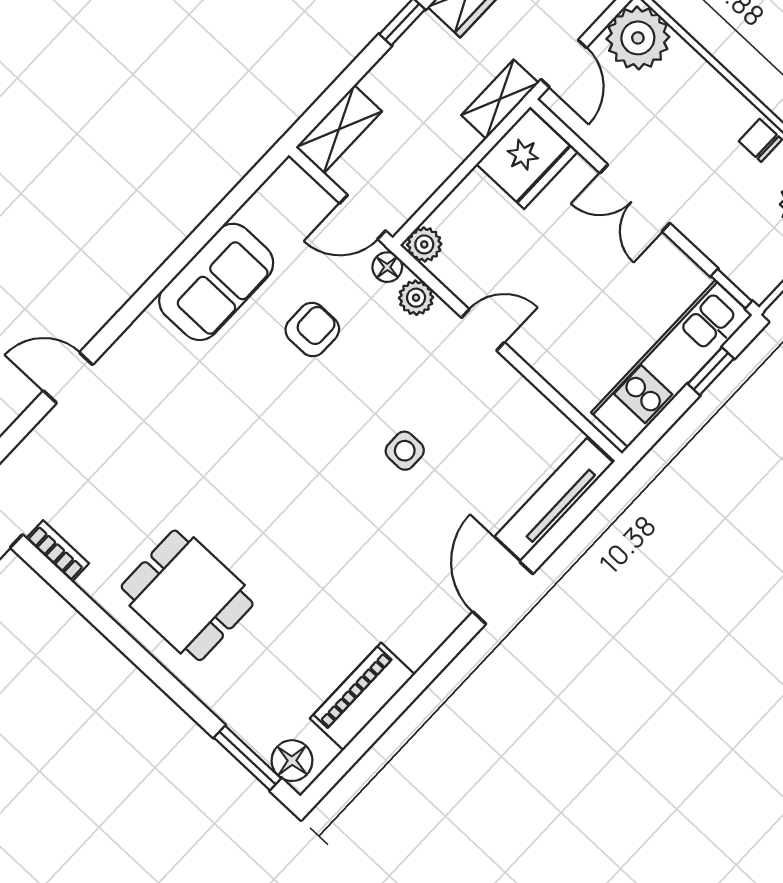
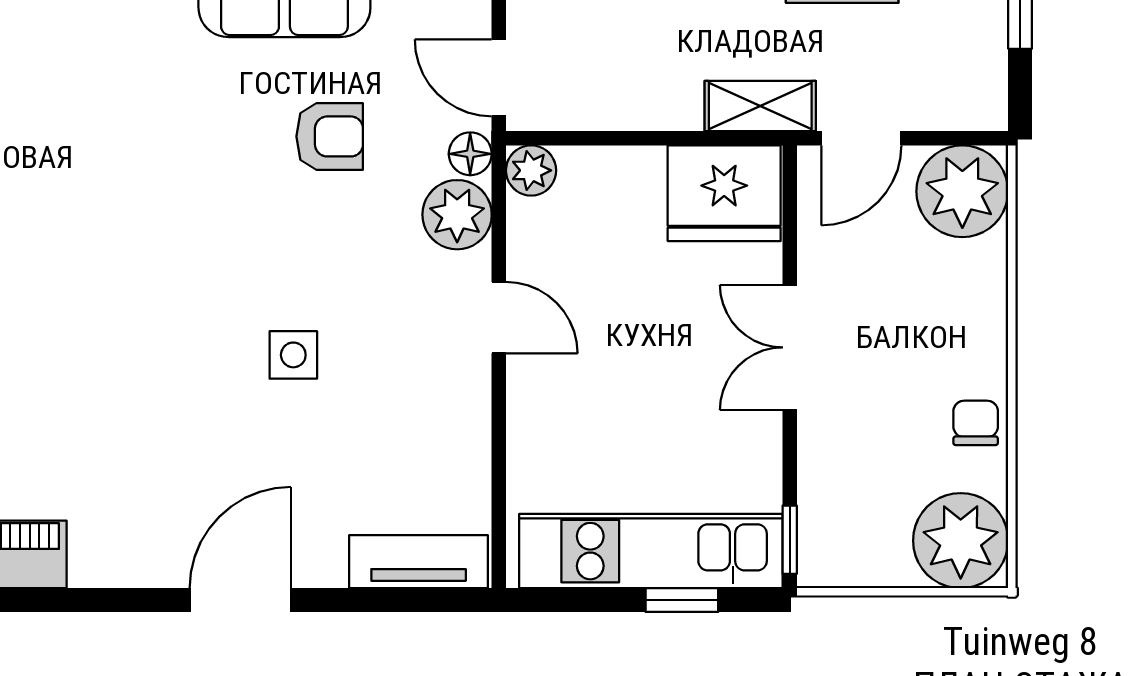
plant: (416, 298) -> (457, 215), width x1.38, depth x1.38
tv unit: (554, 500) -> (419, 562), width x0.71

